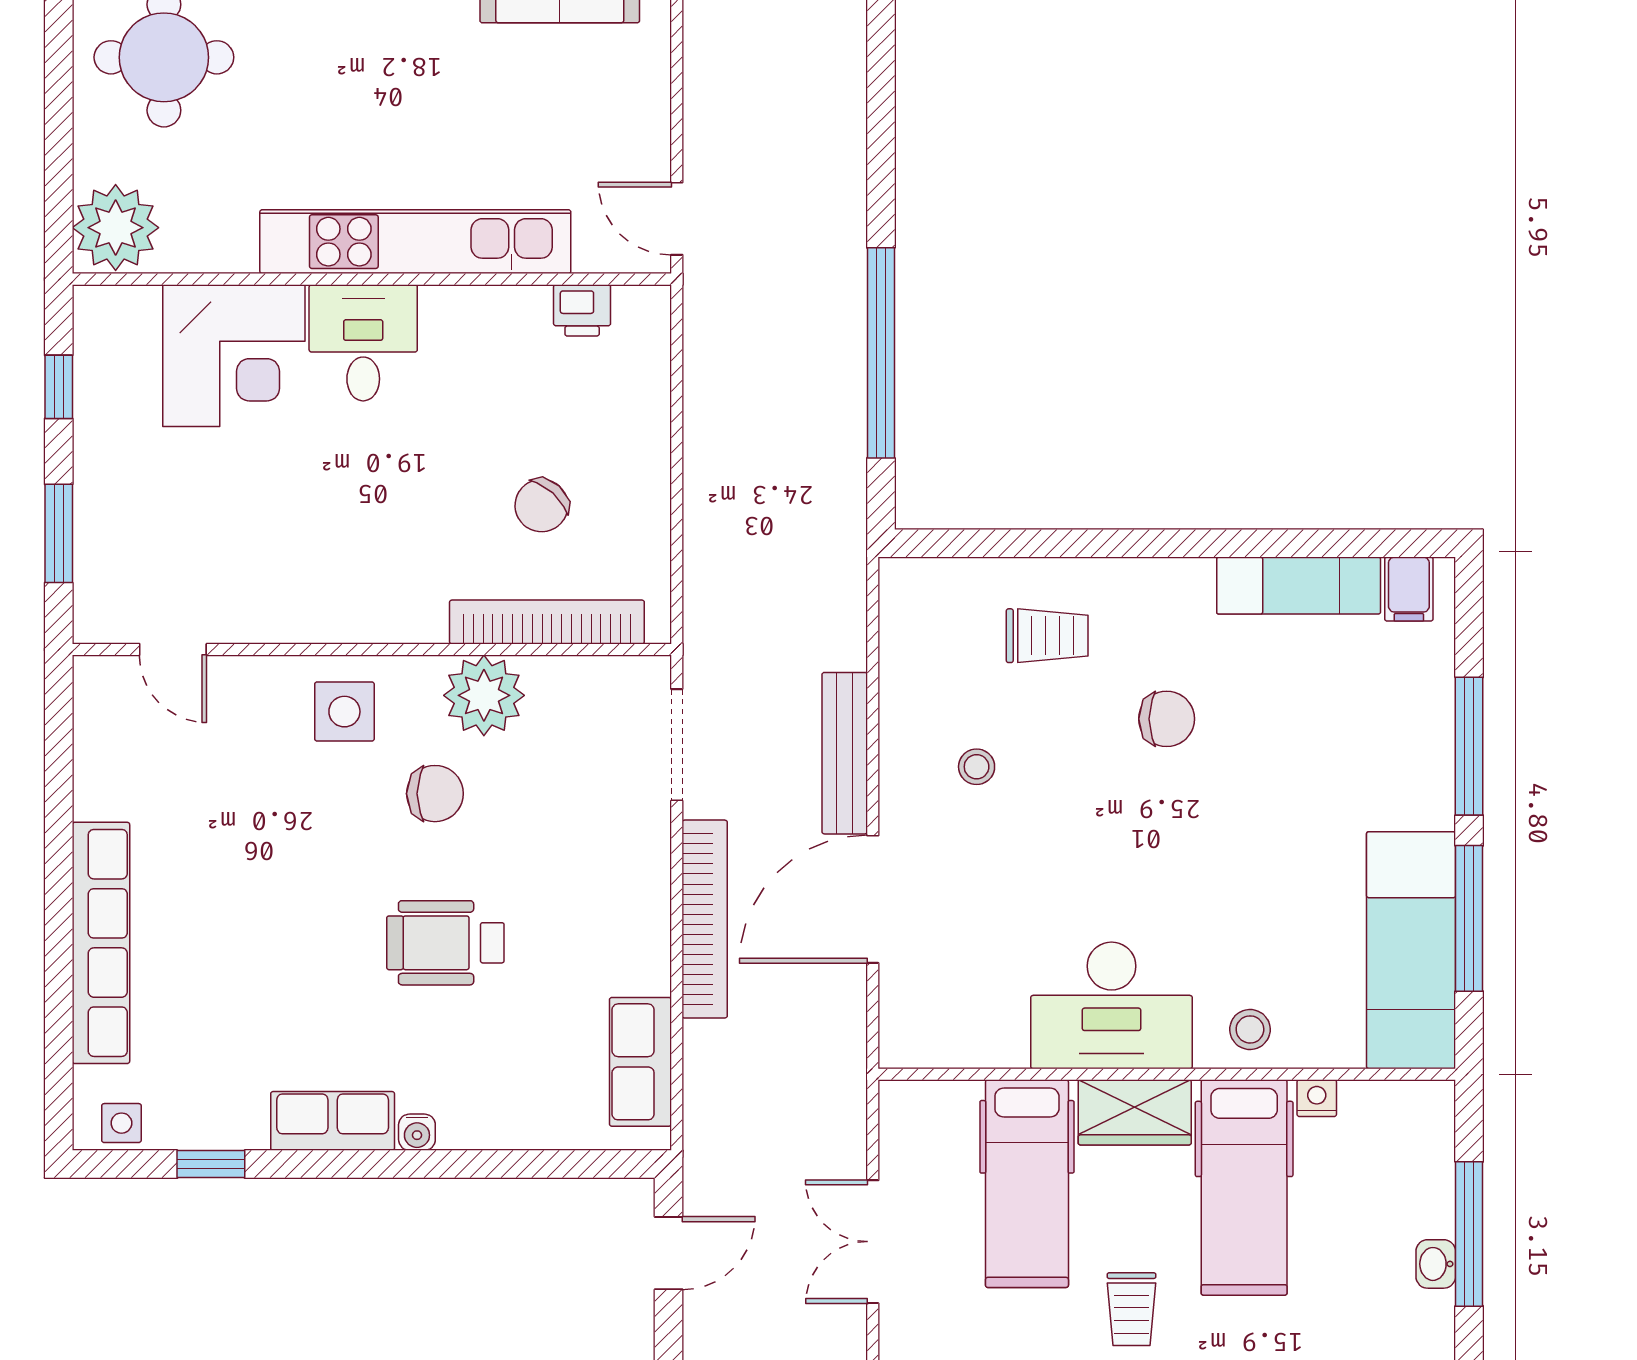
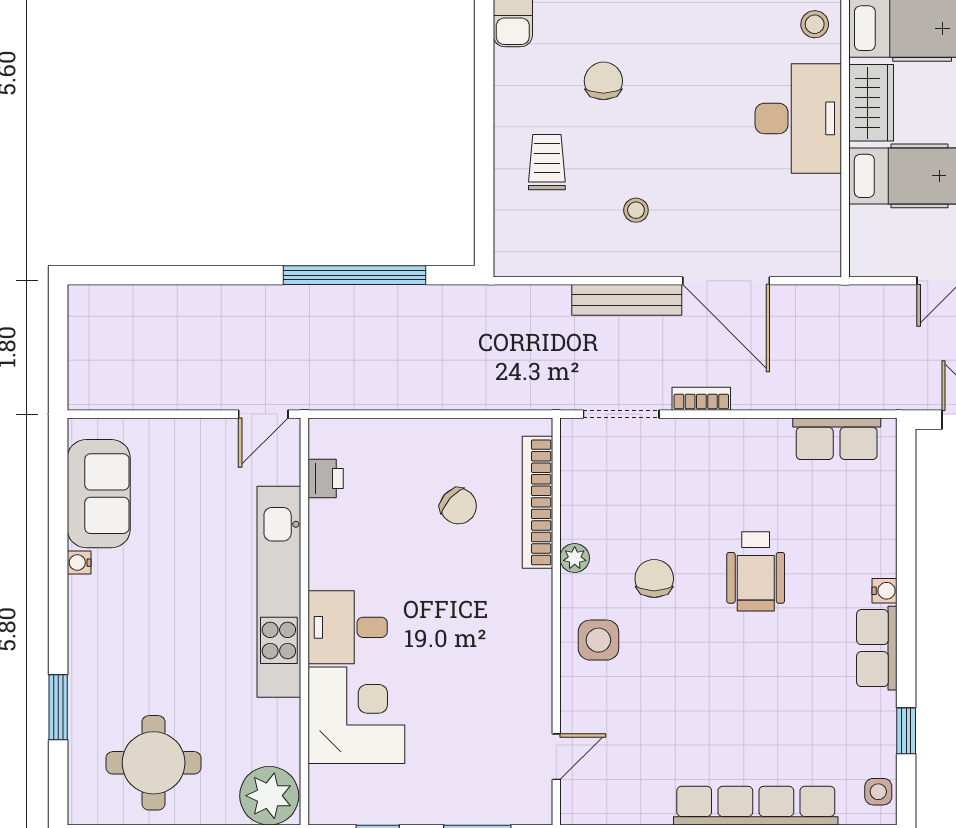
plant: (484, 695) -> (575, 558), width x0.53, depth x0.53
bookcase: (705, 919) -> (701, 399), width x0.43, depth x0.76

